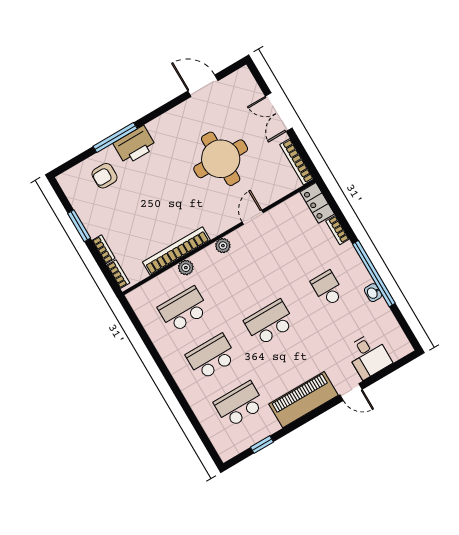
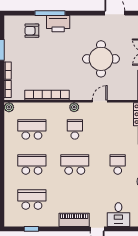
plant: (186, 268) -> (9, 107), moved
school desk: (242, 275) -> (75, 129), added
piano: (303, 400) -> (74, 220), width x0.73, depth x0.75

